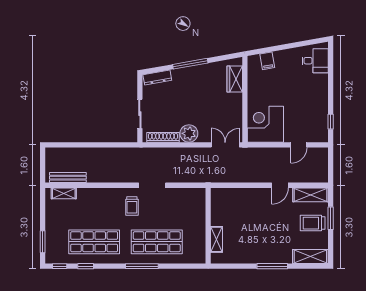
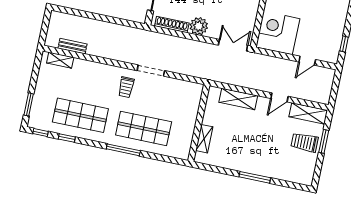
bench: (68, 178) -> (72, 46), width x0.73
shelving: (310, 256) -> (238, 99), moved

